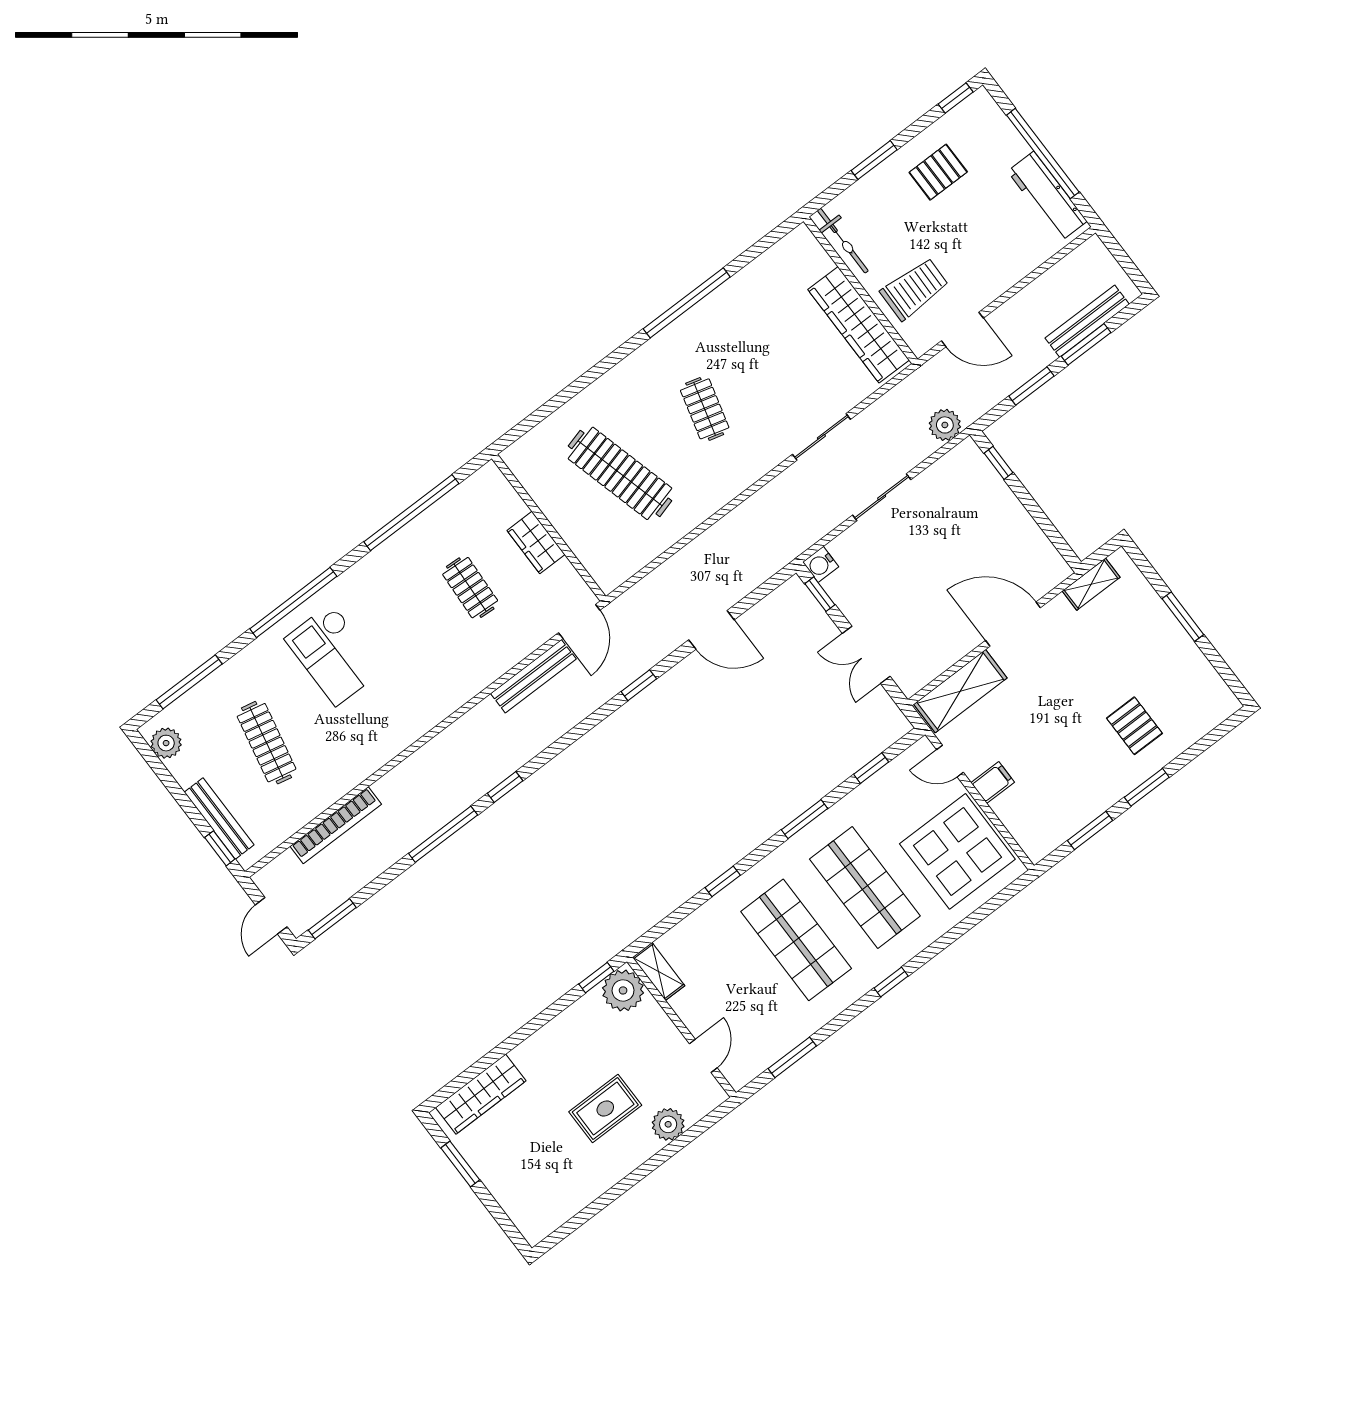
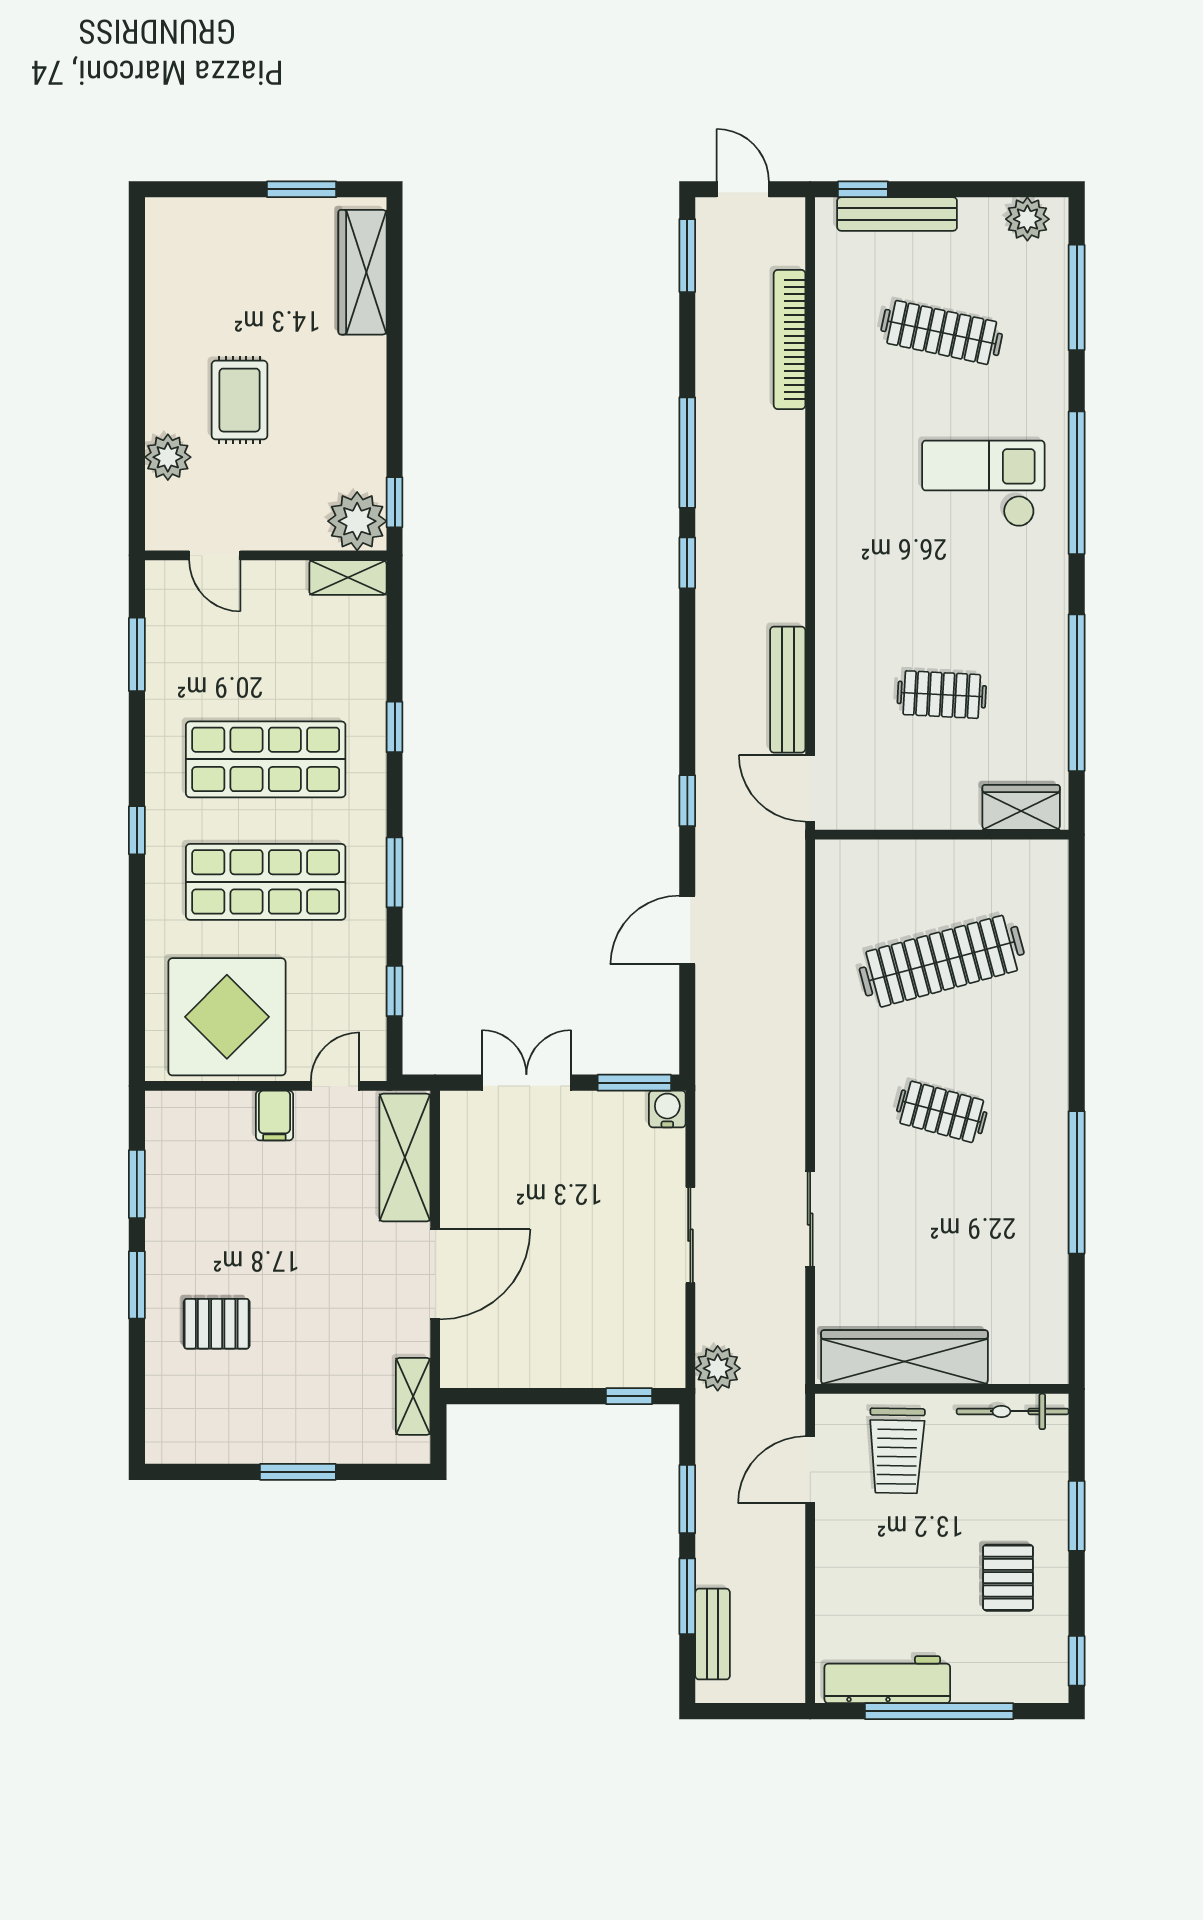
bench: (1087, 321) -> (713, 1634), width x0.73
wardrobe: (536, 542) -> (1021, 807), moved
window: (820, 594) -> (634, 1083), width x1.50

